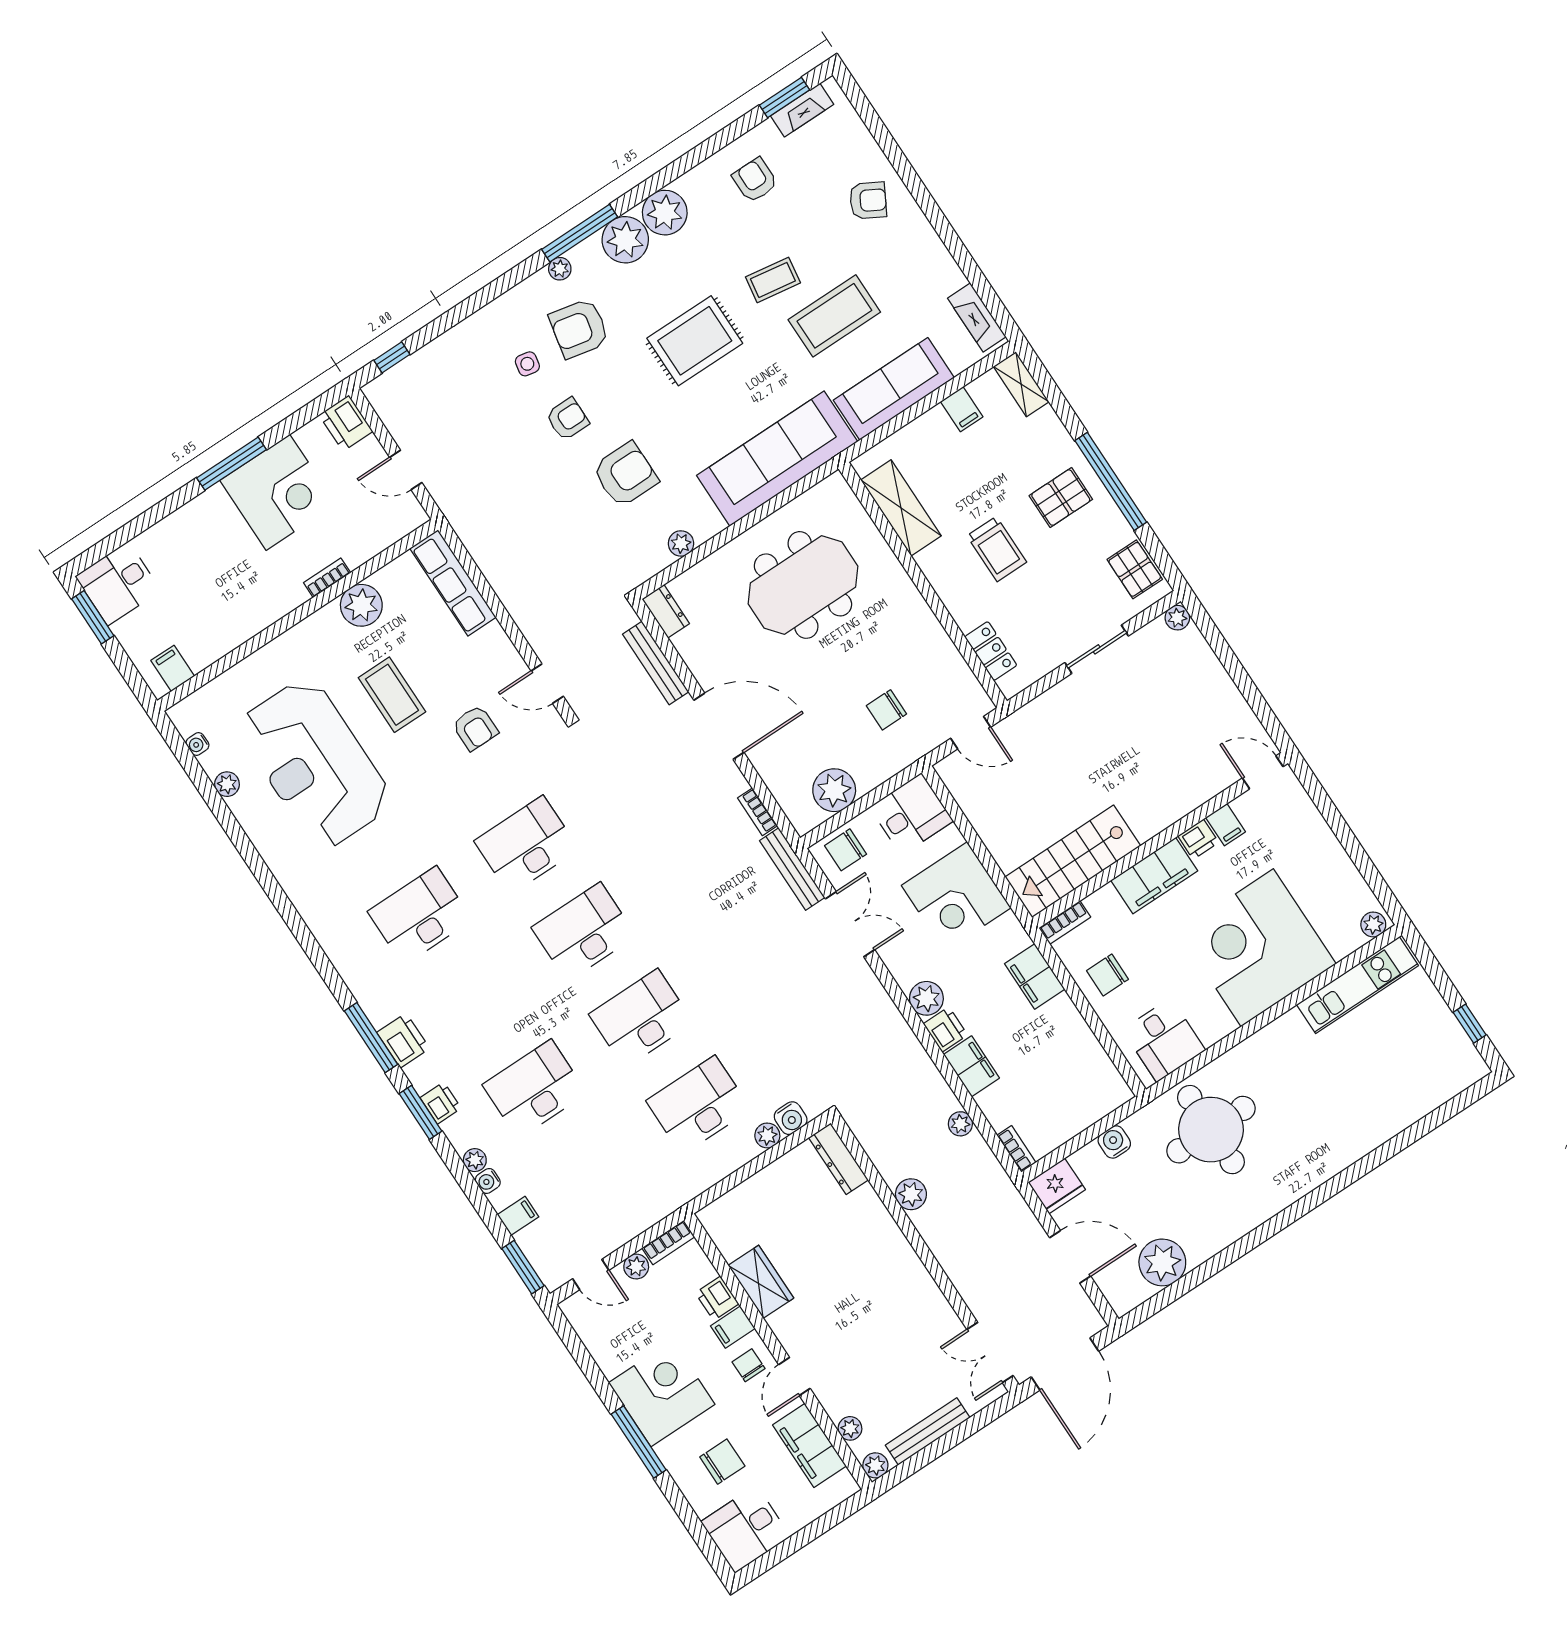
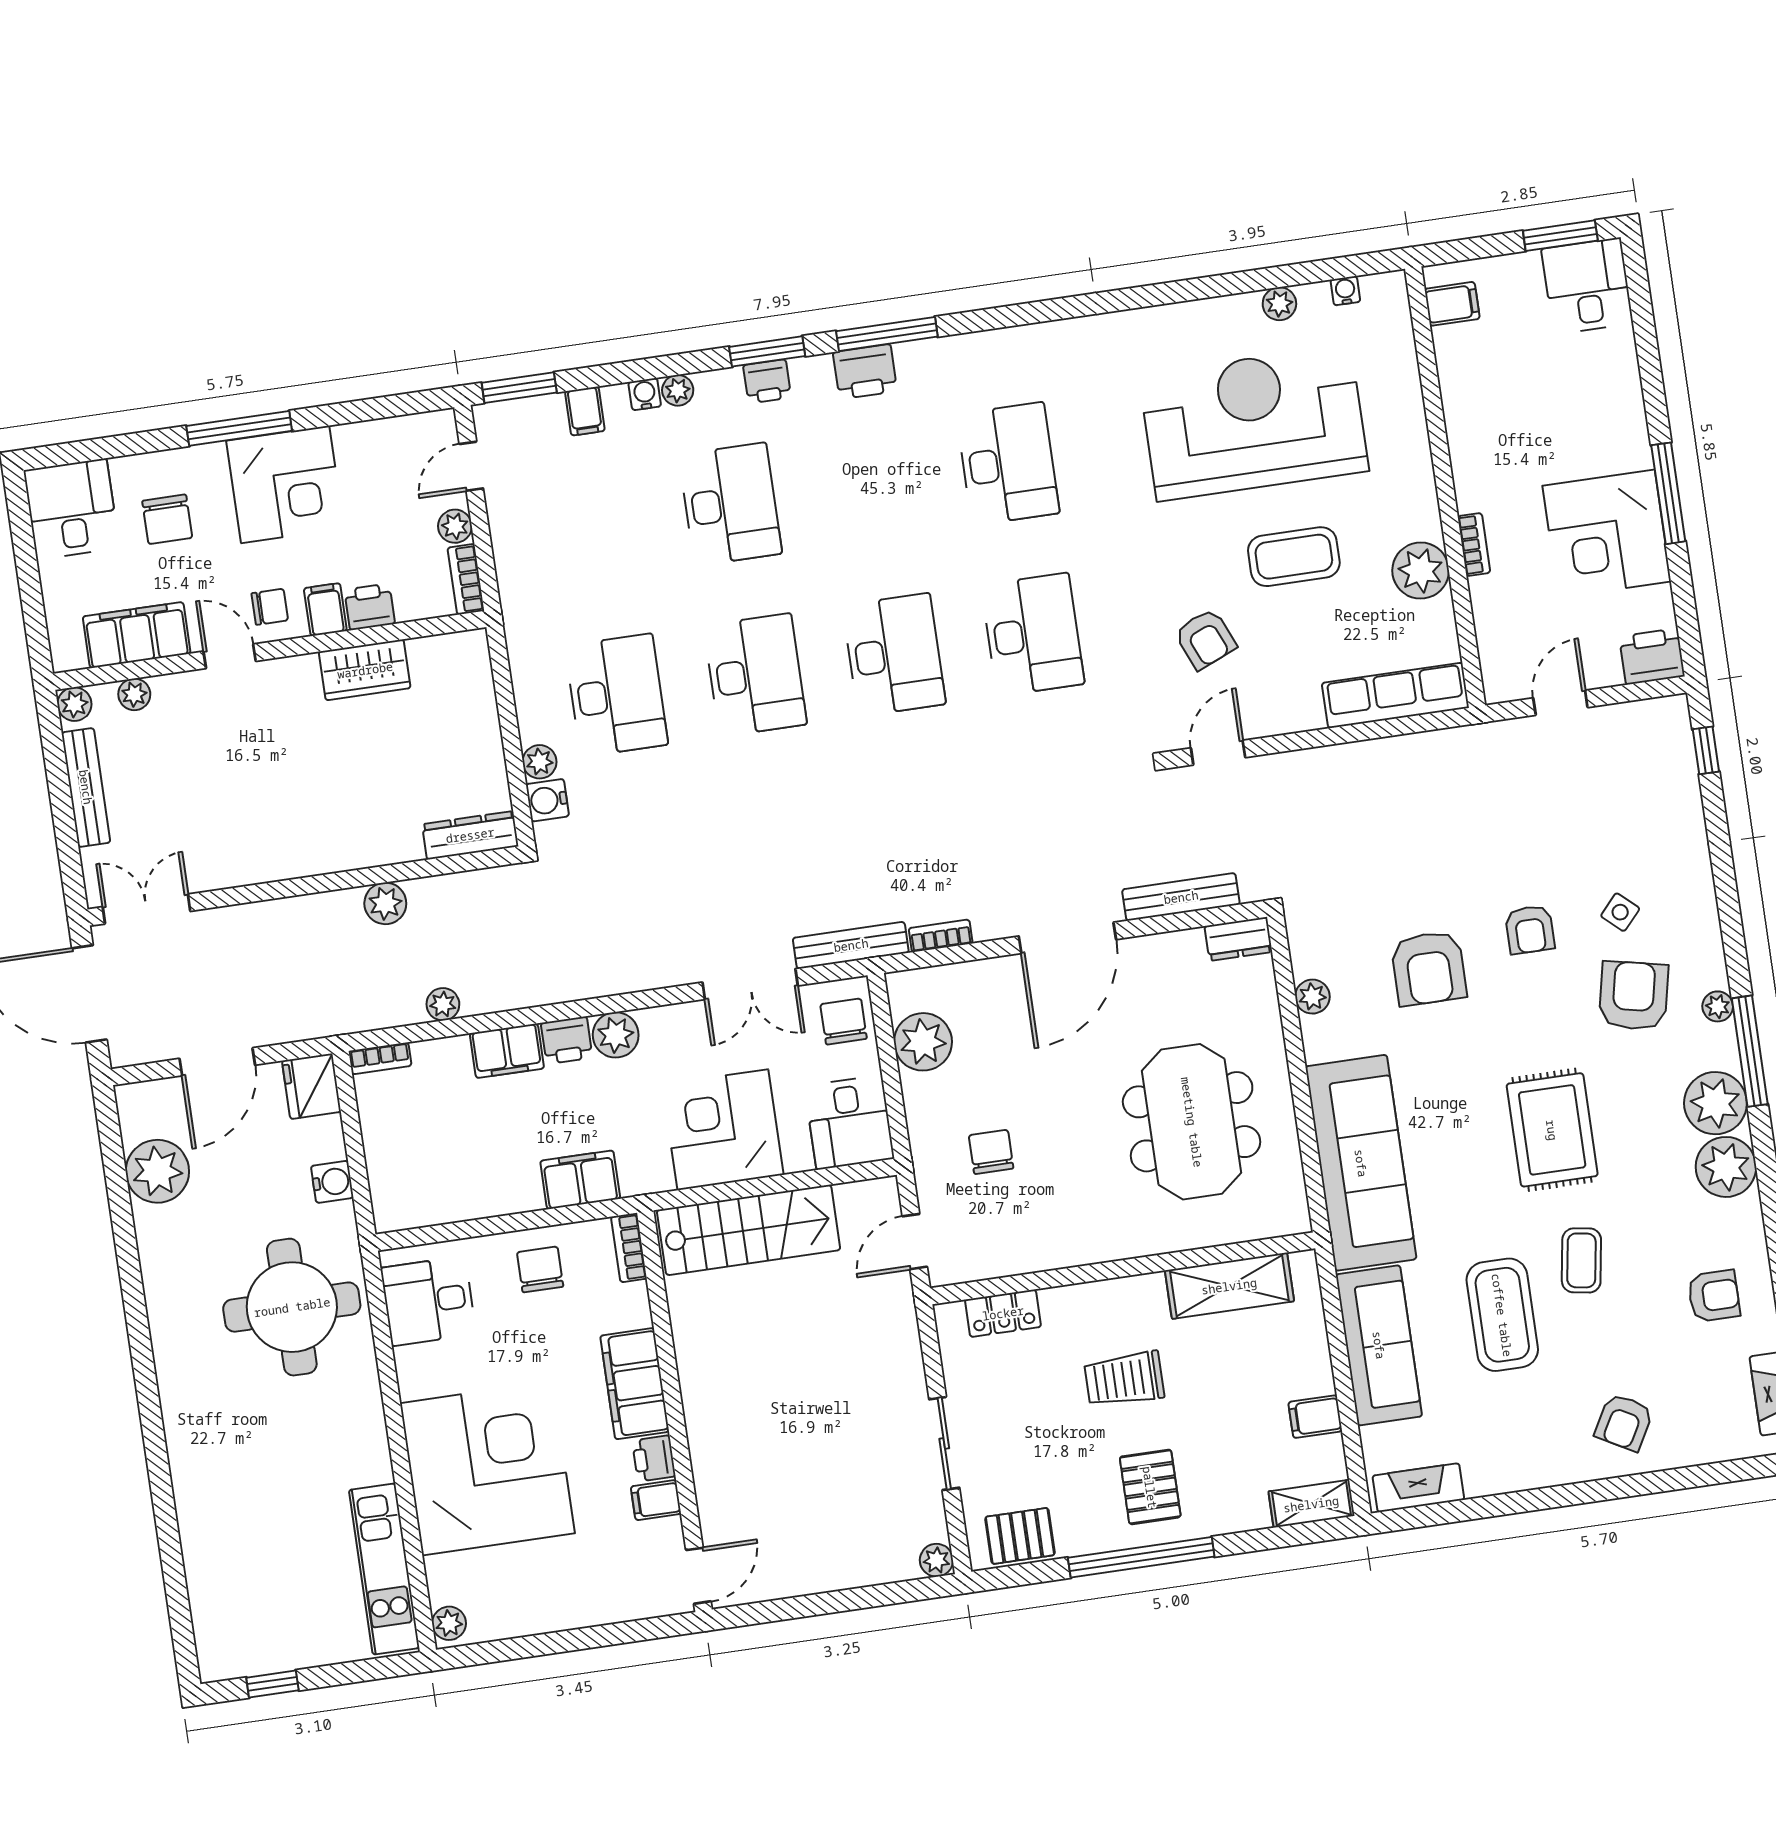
side table: (527, 364) -> (1620, 912), turned 31
armchair: (475, 728) -> (1205, 639), turned -113
stairs: (1073, 861) -> (749, 1230), moved, turned 90

